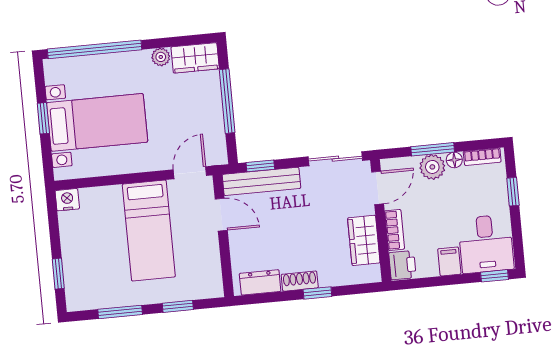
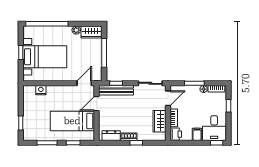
plant: (432, 167) -> (193, 91), removed
nightstand: (67, 200) -> (41, 90), moved
door: (221, 215) -> (97, 104), swing flipped
bed: (149, 230) -> (72, 121), moved, turned 90

